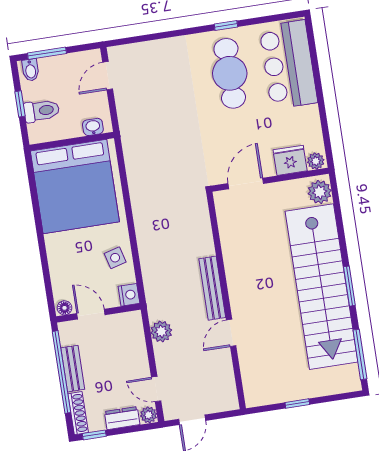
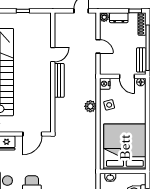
plant: (161, 331) -> (90, 106), moved
bench: (73, 369) -> (141, 60), moved
door: (156, 389) -> (98, 46), moved

